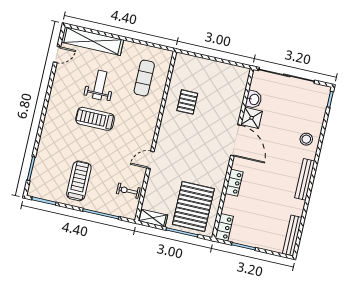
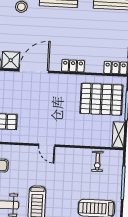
door: (150, 160) -> (47, 145), moved

